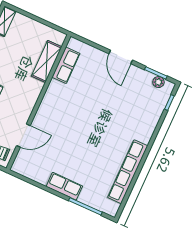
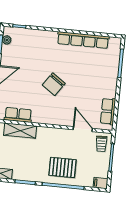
chair: (88, 119) -> (54, 84), added
row of seats: (64, 186) -> (108, 111), moved

